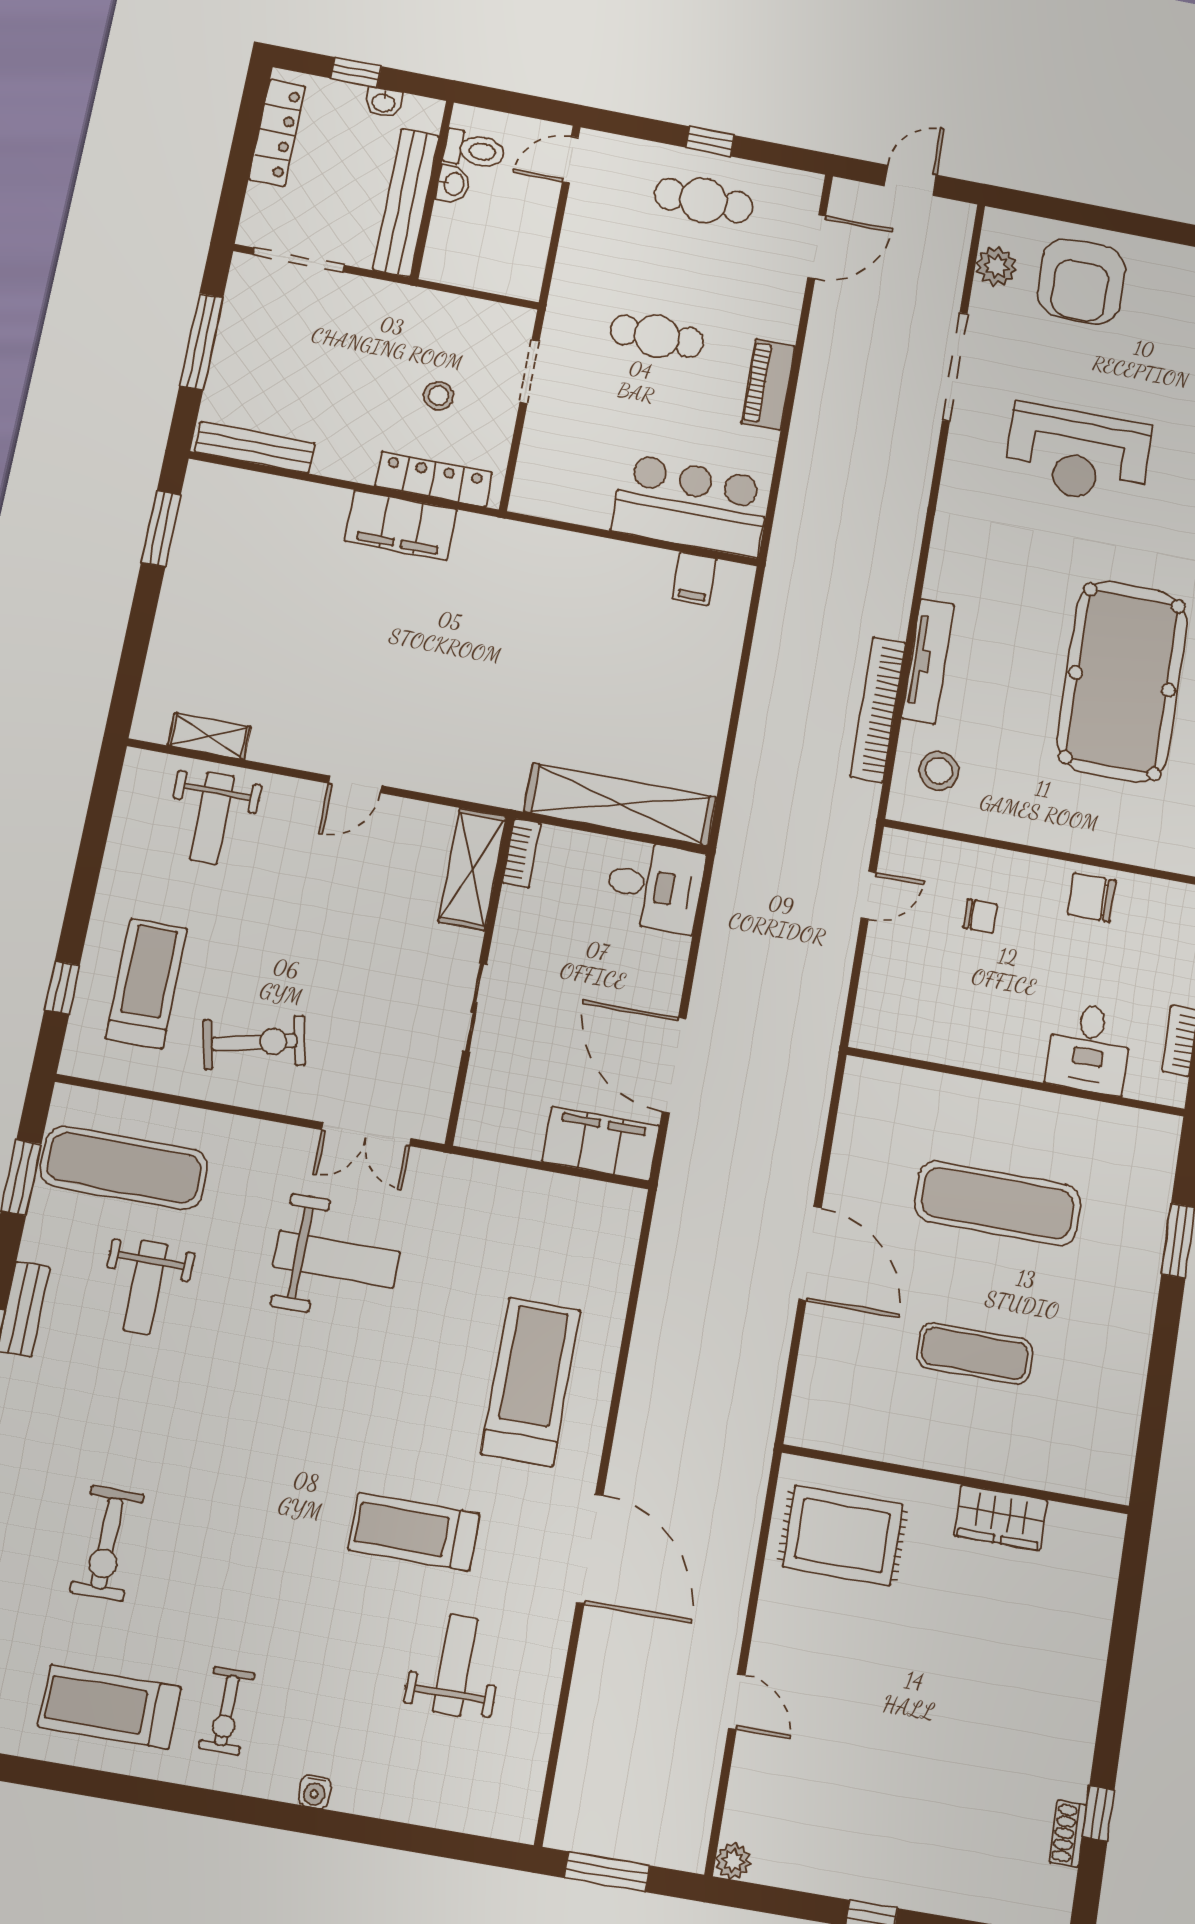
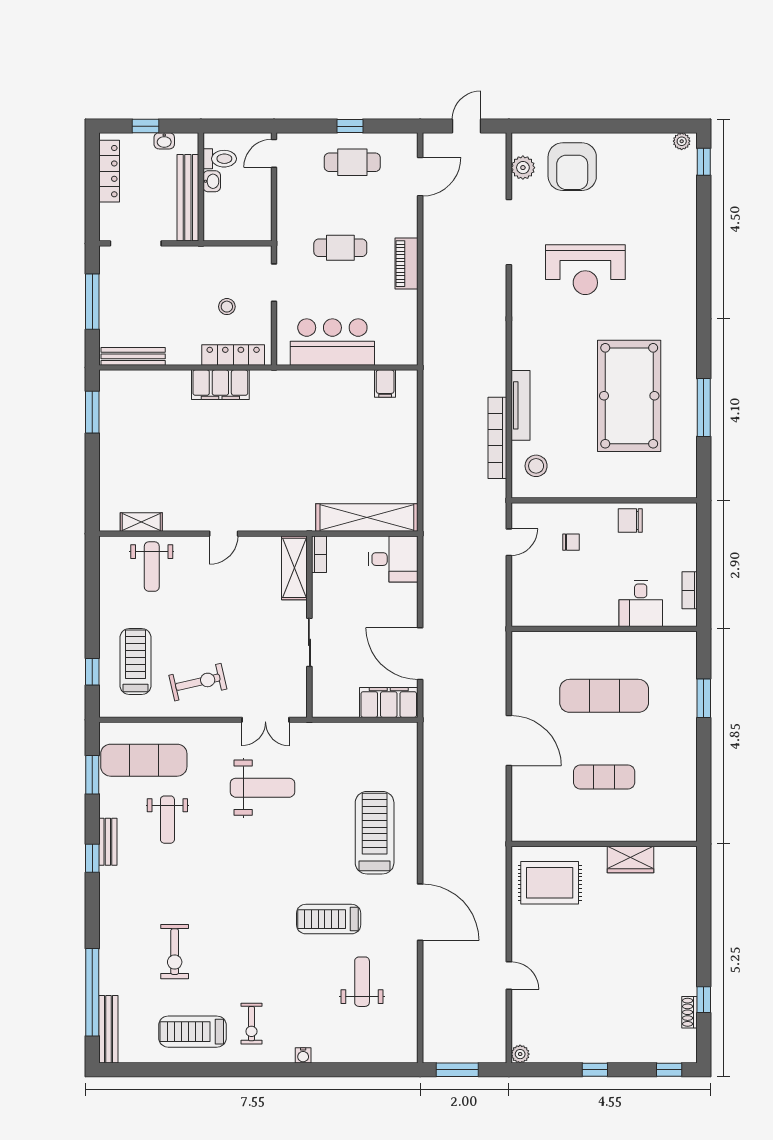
bar counter: (691, 505) -> (332, 342), moved

